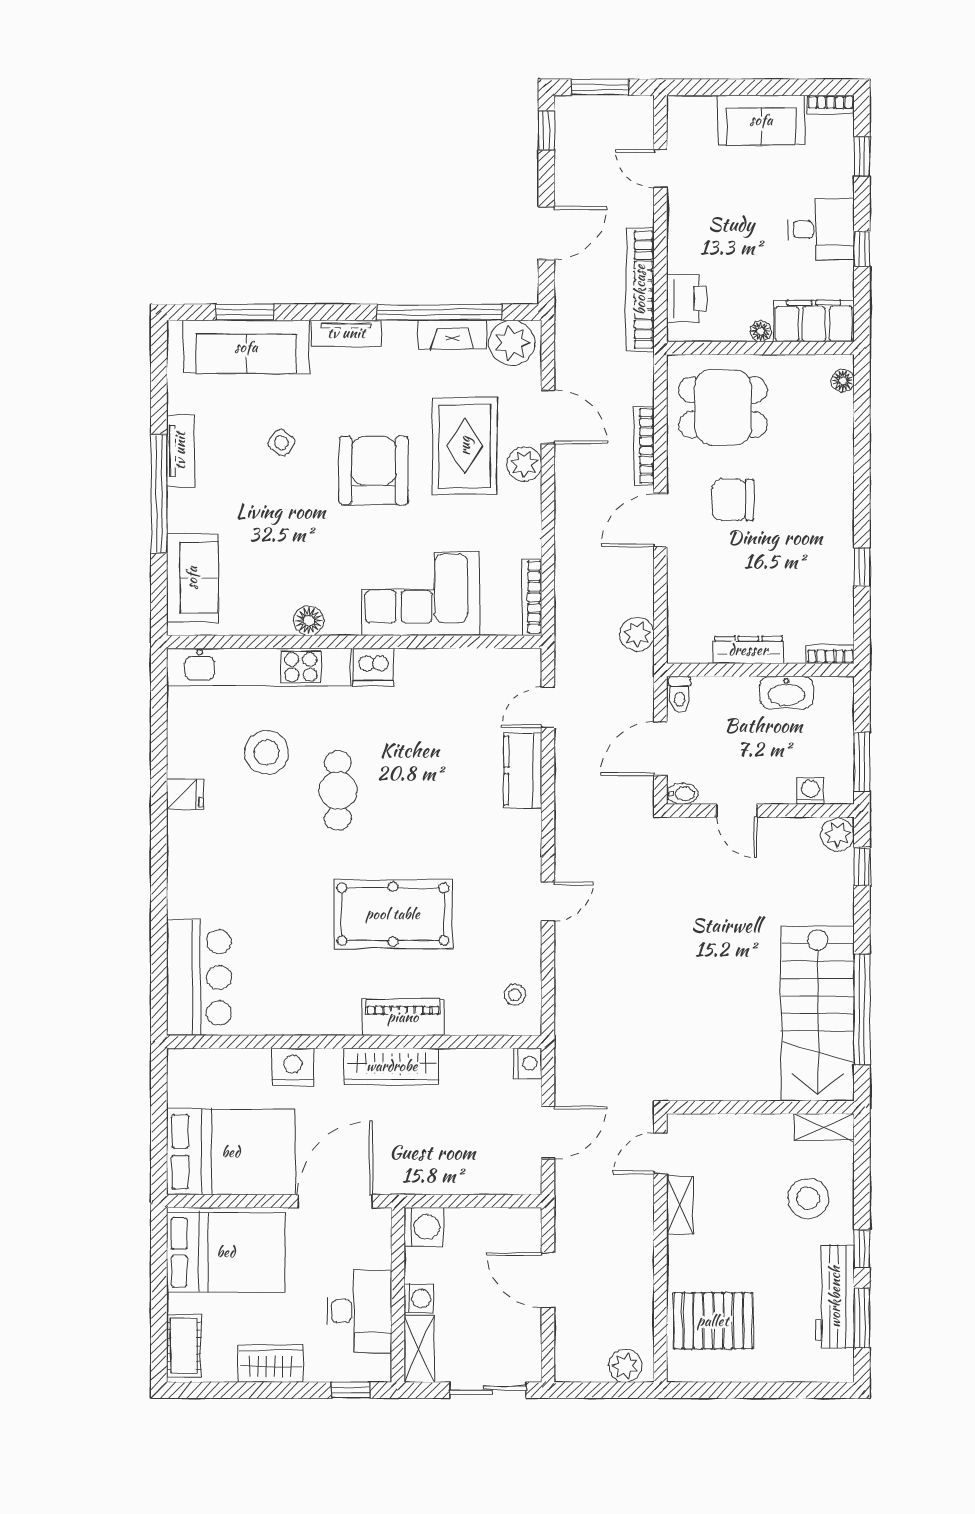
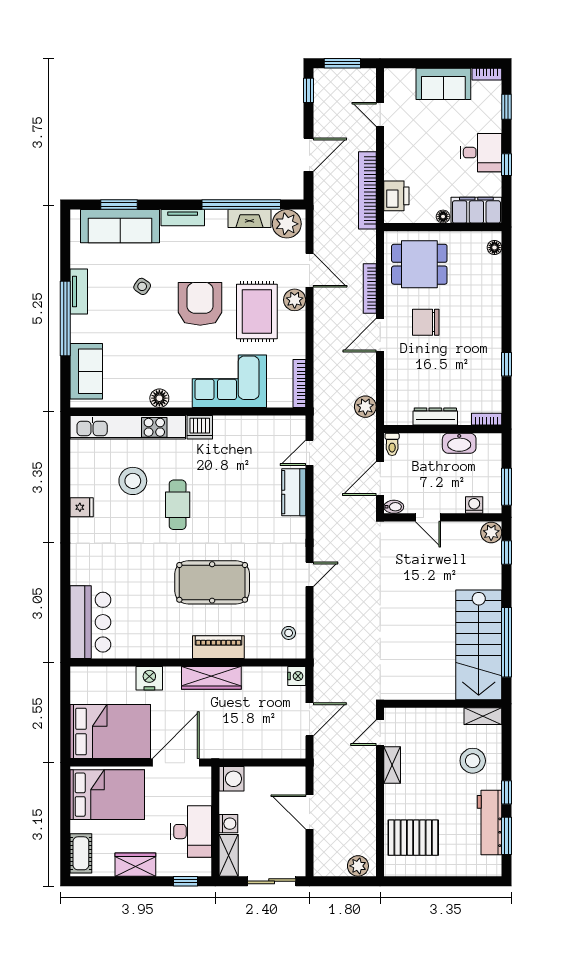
rug: (465, 446) -> (257, 311), moved

